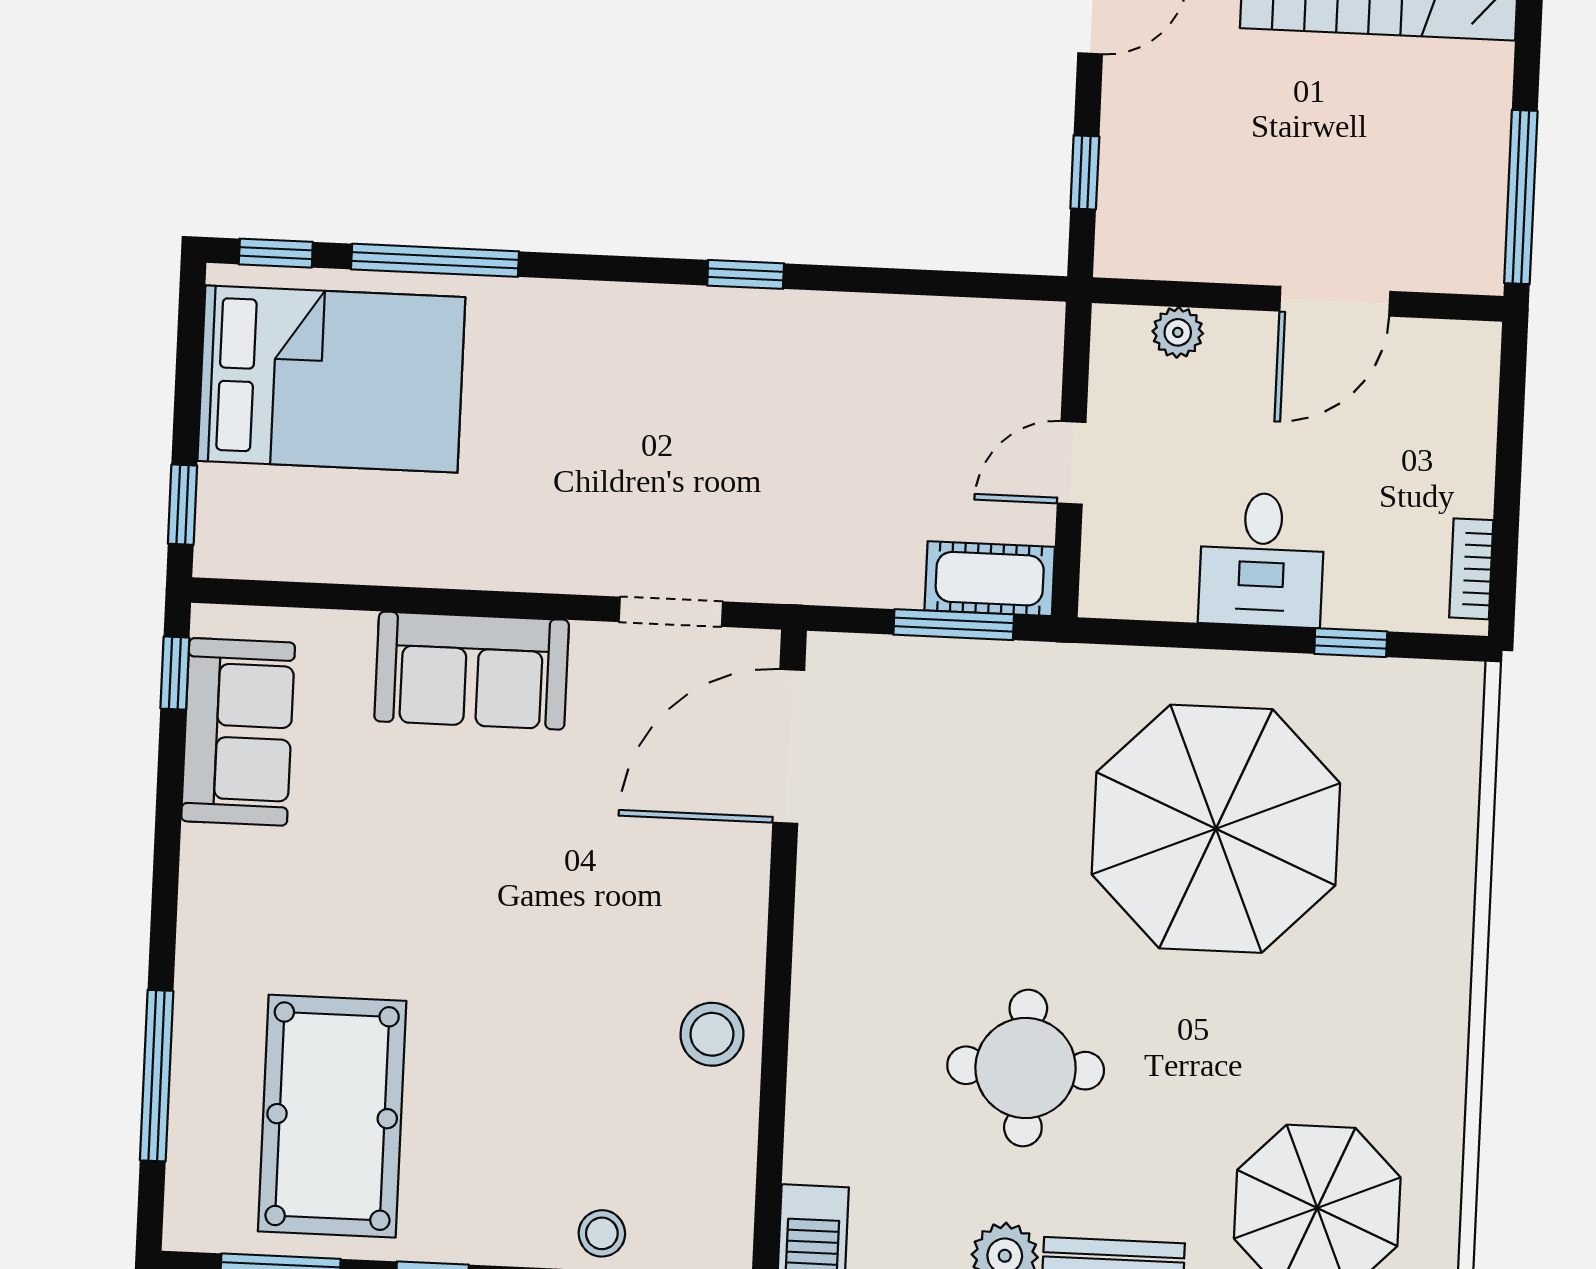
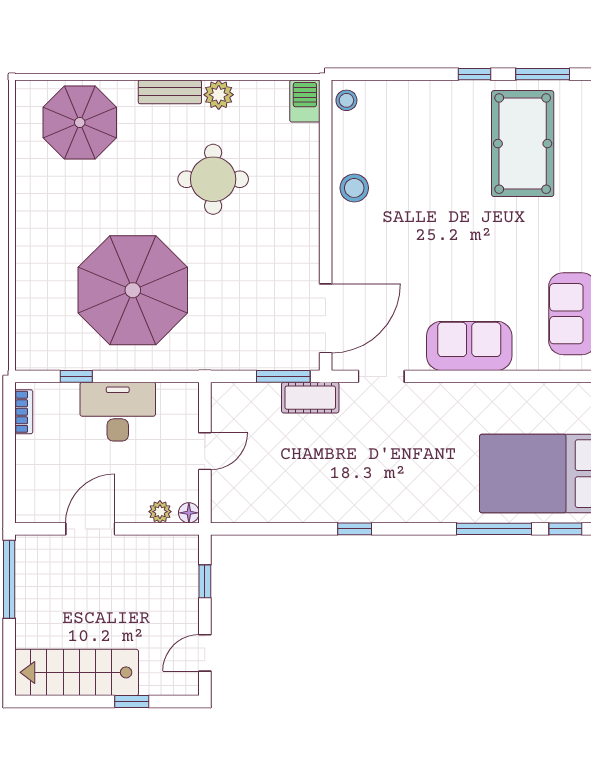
floor lamp: (1114, 327) -> (189, 513), added
desk: (1262, 560) -> (118, 412), width x1.37
cot: (990, 579) -> (310, 398), moved
window: (954, 625) -> (283, 376), moved
stool: (602, 1233) -> (346, 100), moved

